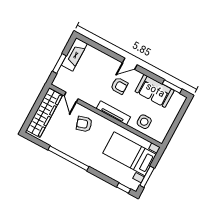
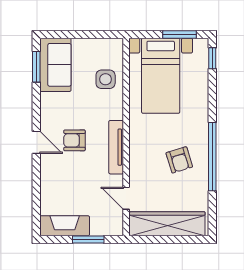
armchair: (119, 86) -> (74, 140), turned -90
sofa: (155, 91) -> (55, 65), moved
door: (71, 97) -> (126, 198), swing flipped
tv unit: (113, 113) -> (116, 147), moved
armchair: (84, 124) -> (179, 160), moved

